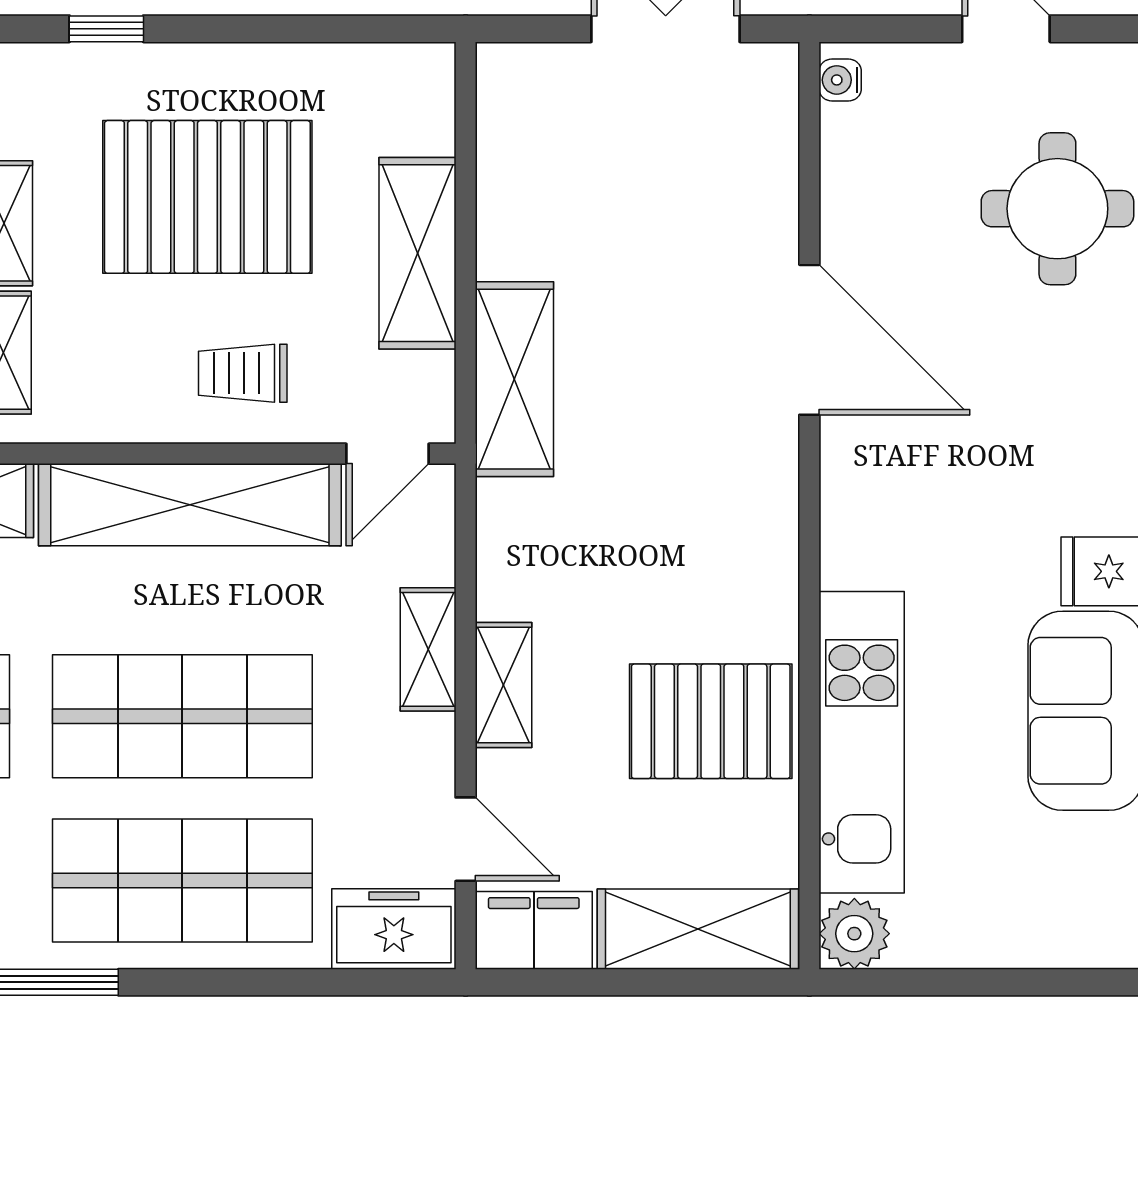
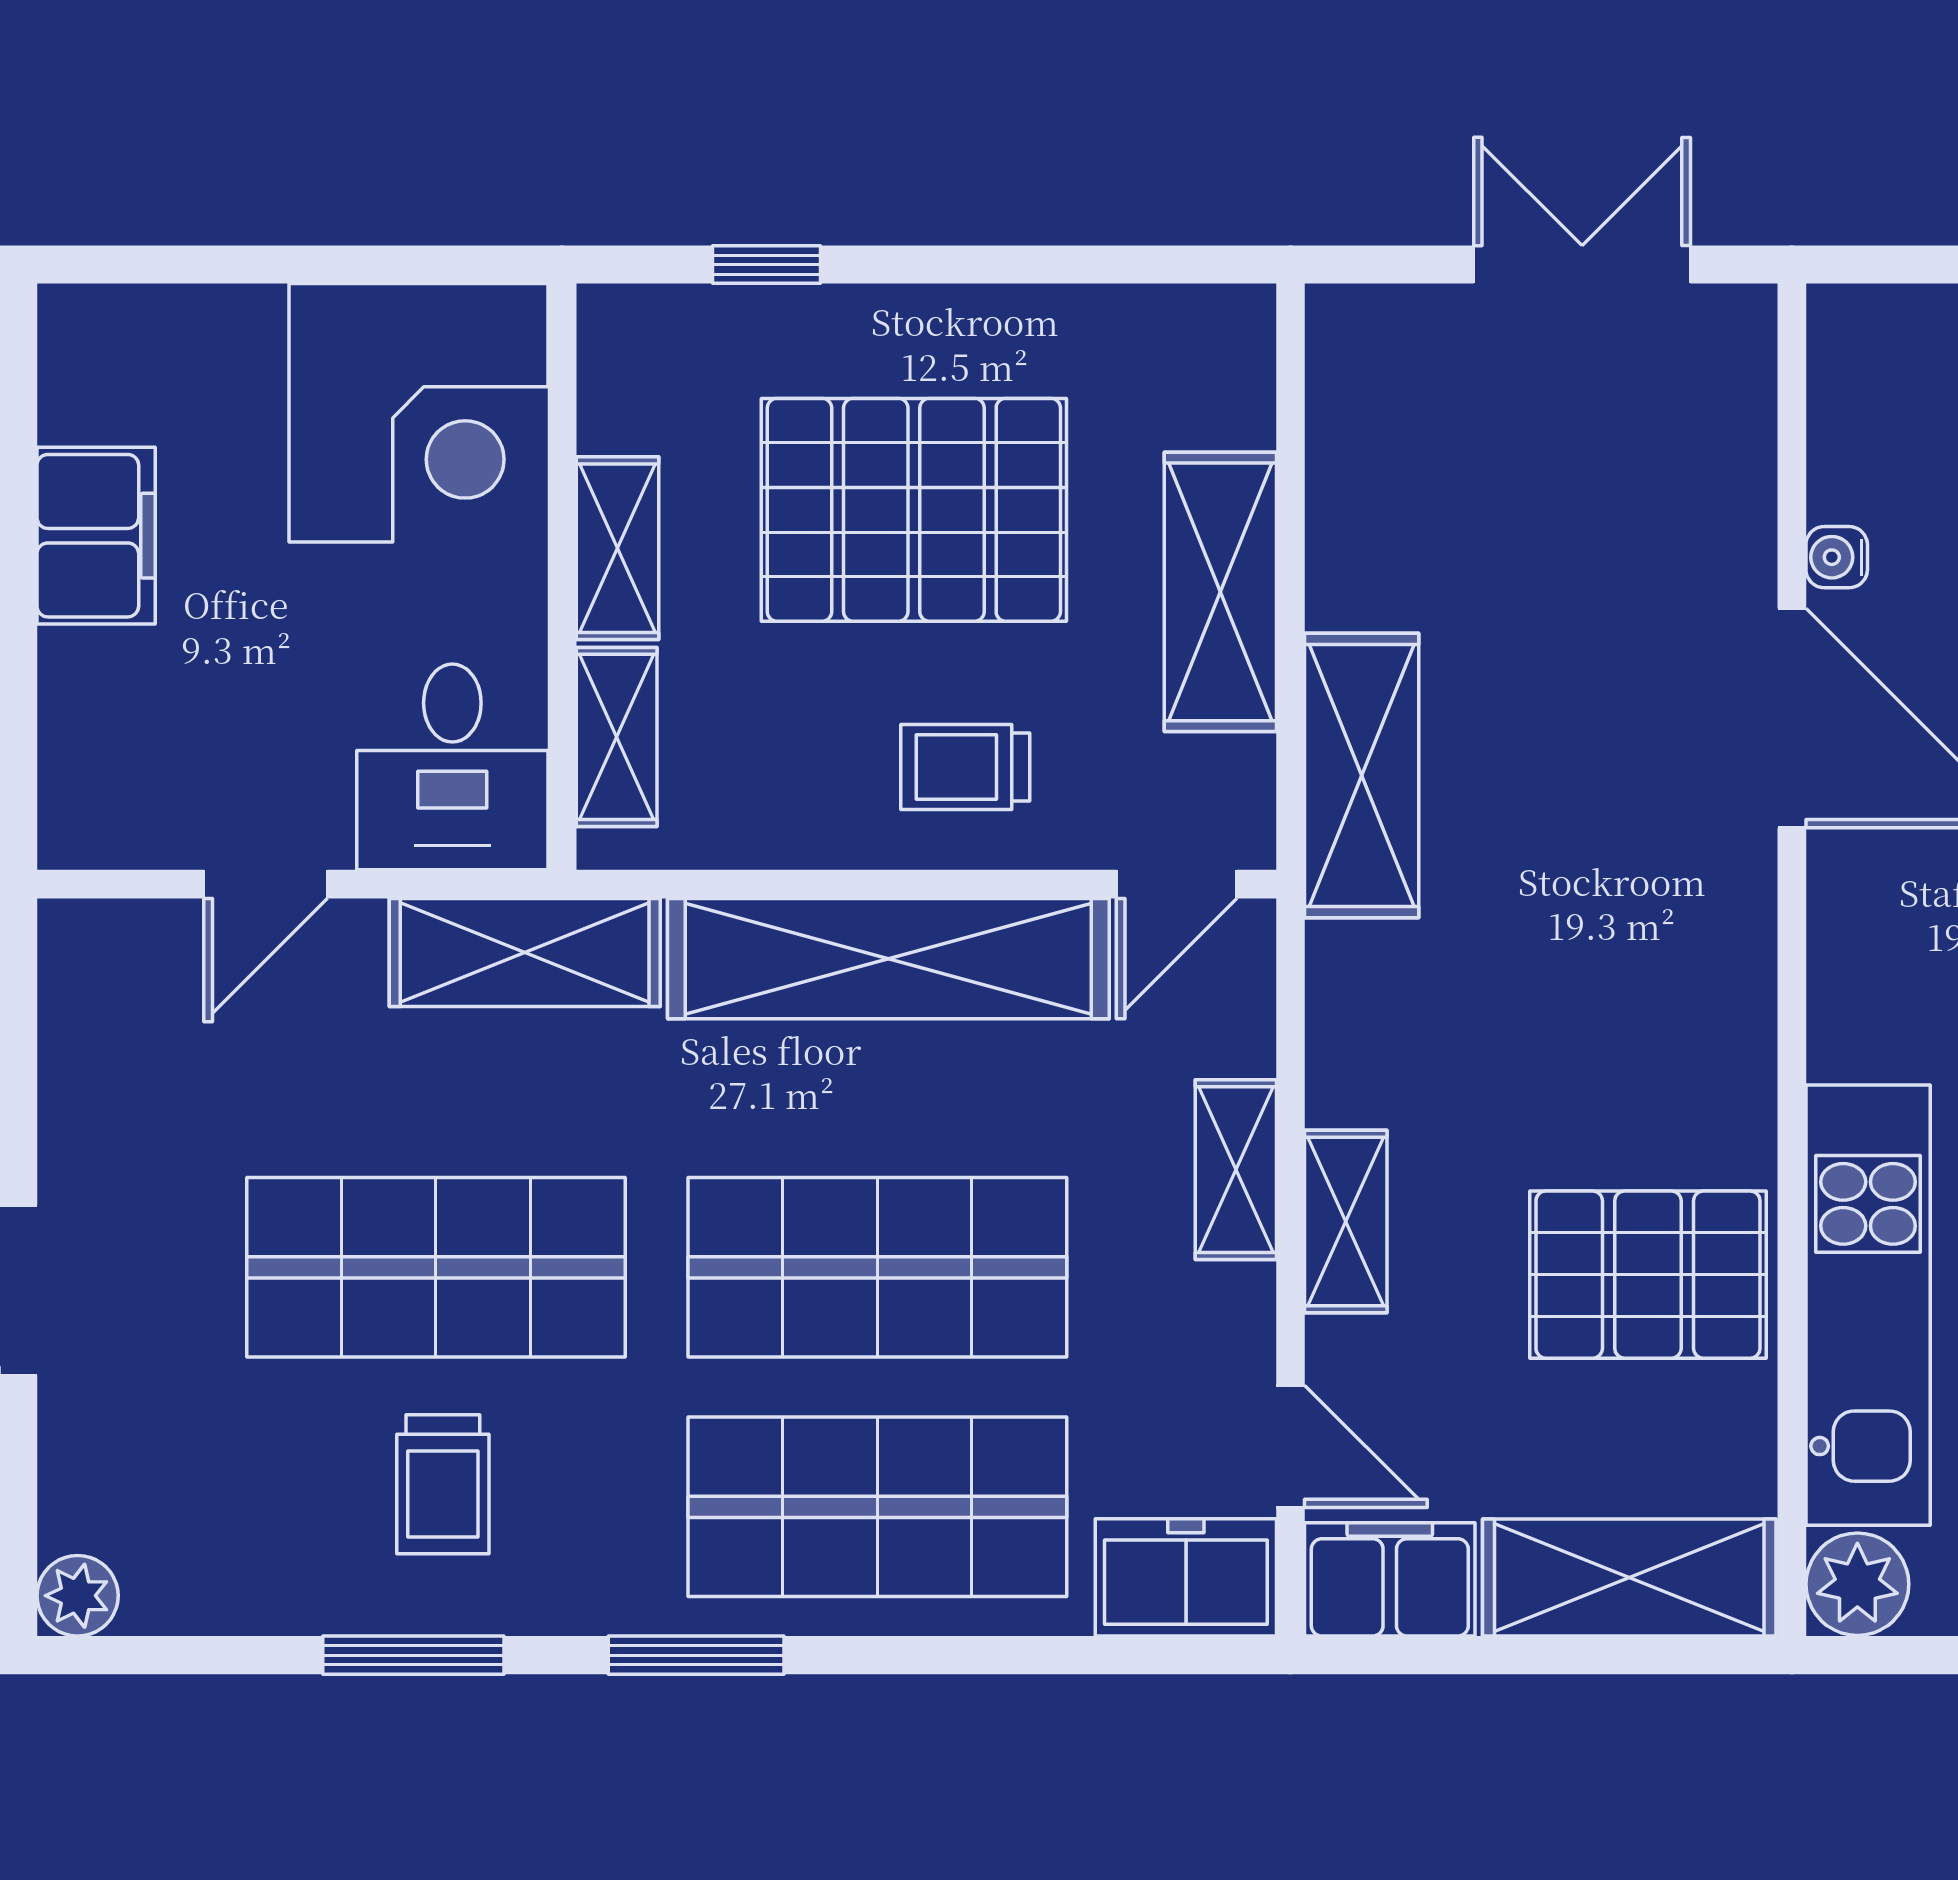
water cooler: (840, 80) -> (1837, 557), moved

